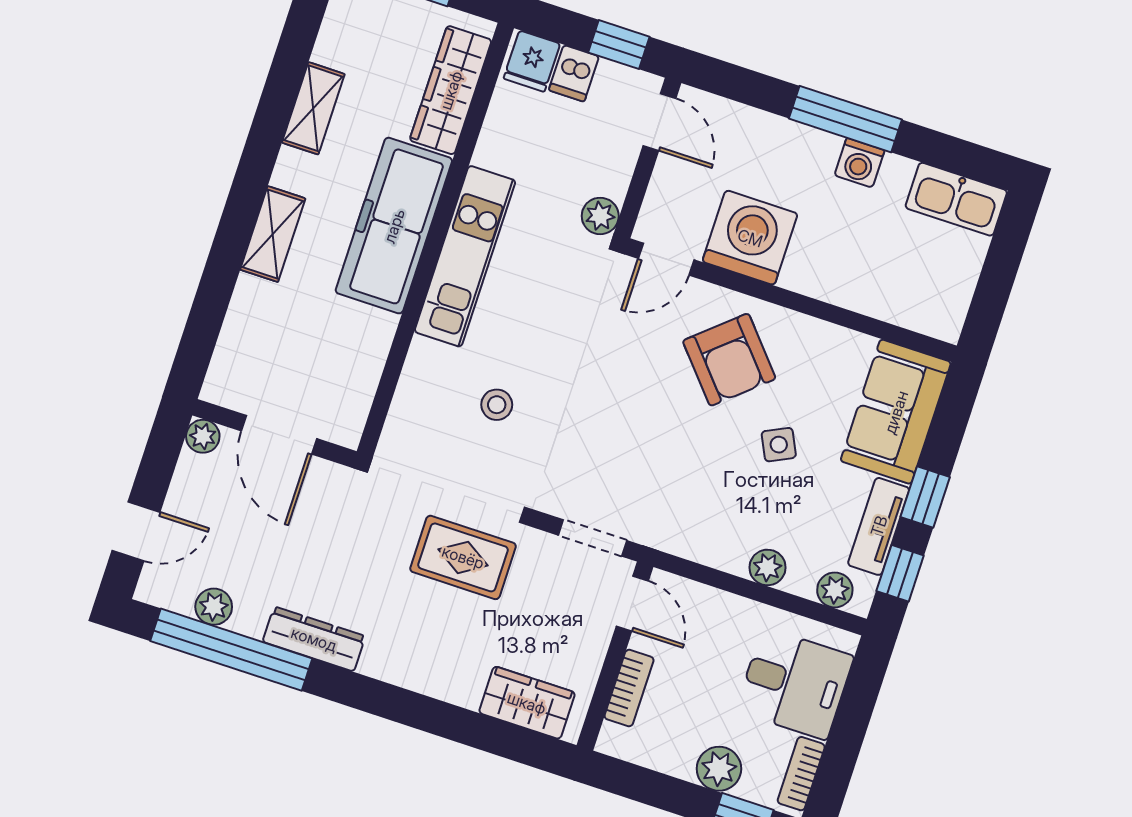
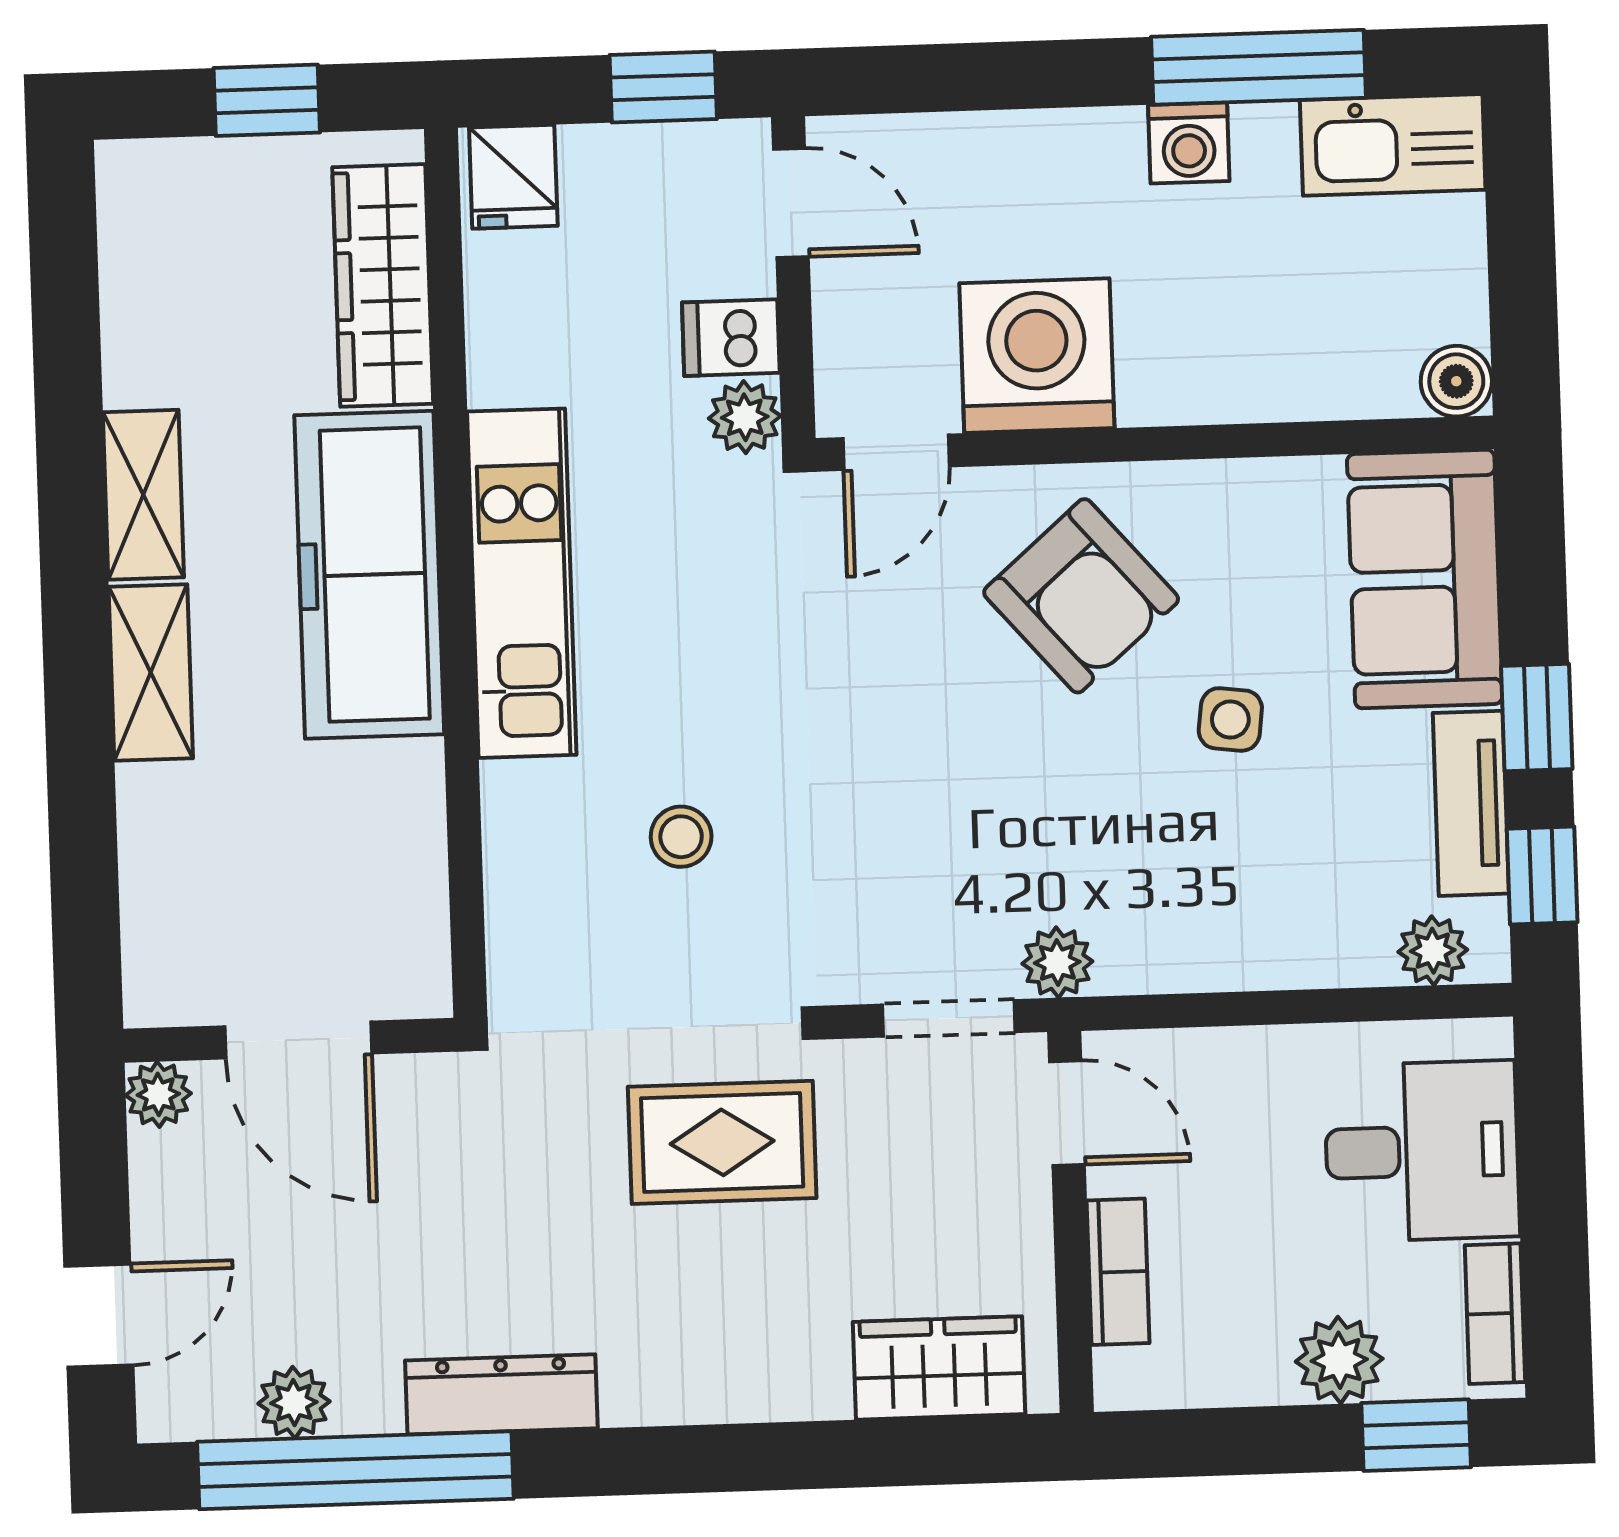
dishwasher: (574, 73) -> (731, 338), moved, turned 90
shelving: (313, 108) -> (143, 495), moved
window: (845, 119) -> (1259, 67), moved
boiler: (945, 323) -> (1456, 381), added
side table: (779, 445) -> (1230, 719), turned 33
plant: (767, 567) -> (1057, 962), moved

